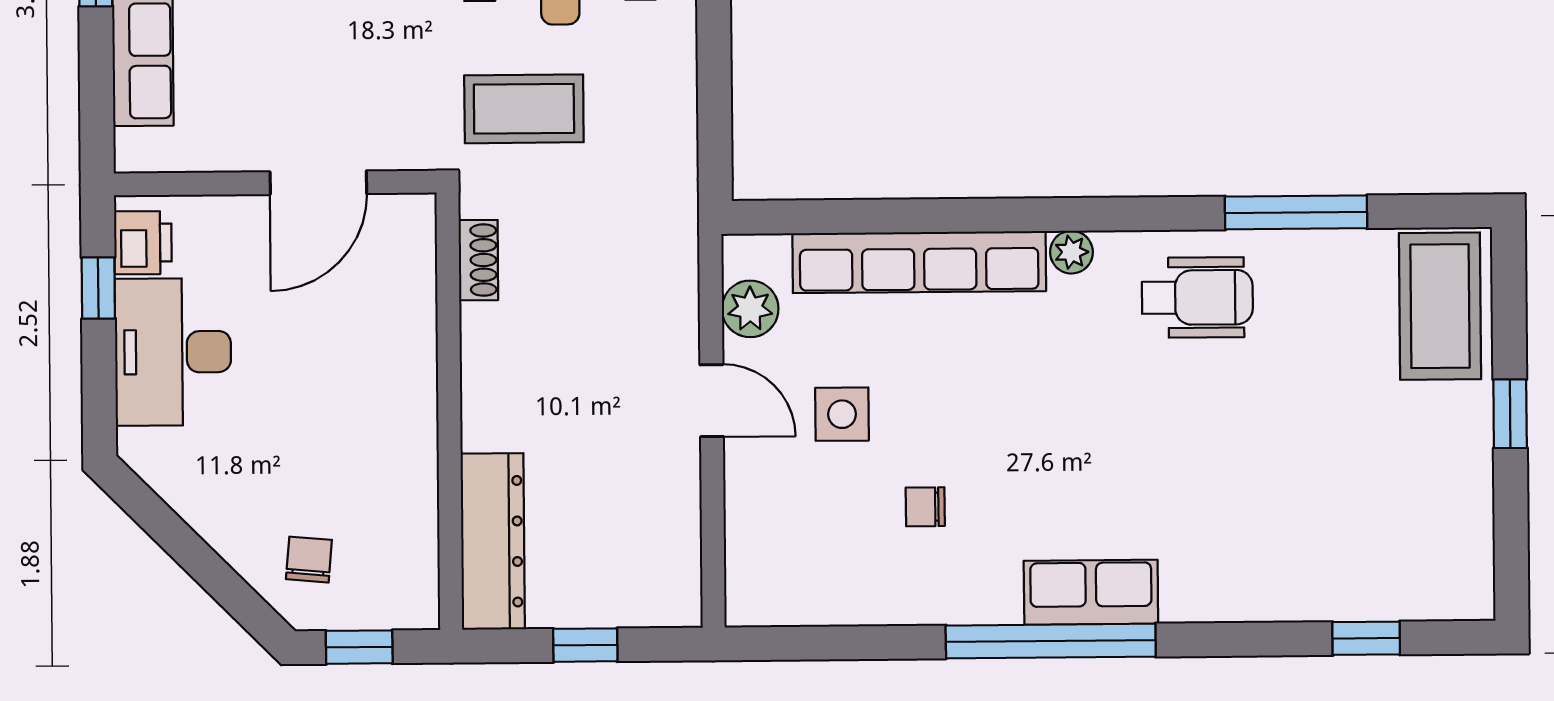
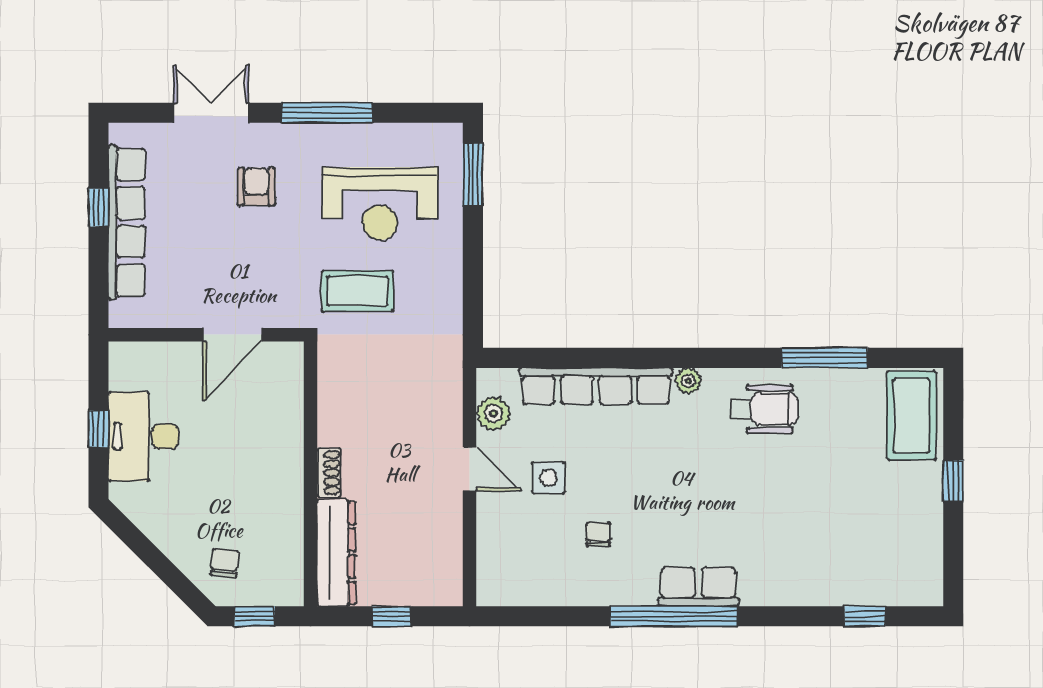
printer: (143, 243) -> (126, 370), removed
shoe rack: (478, 260) -> (329, 473), moved
window: (98, 288) -> (98, 429), moved
chair: (925, 507) -> (598, 534), turned 90

